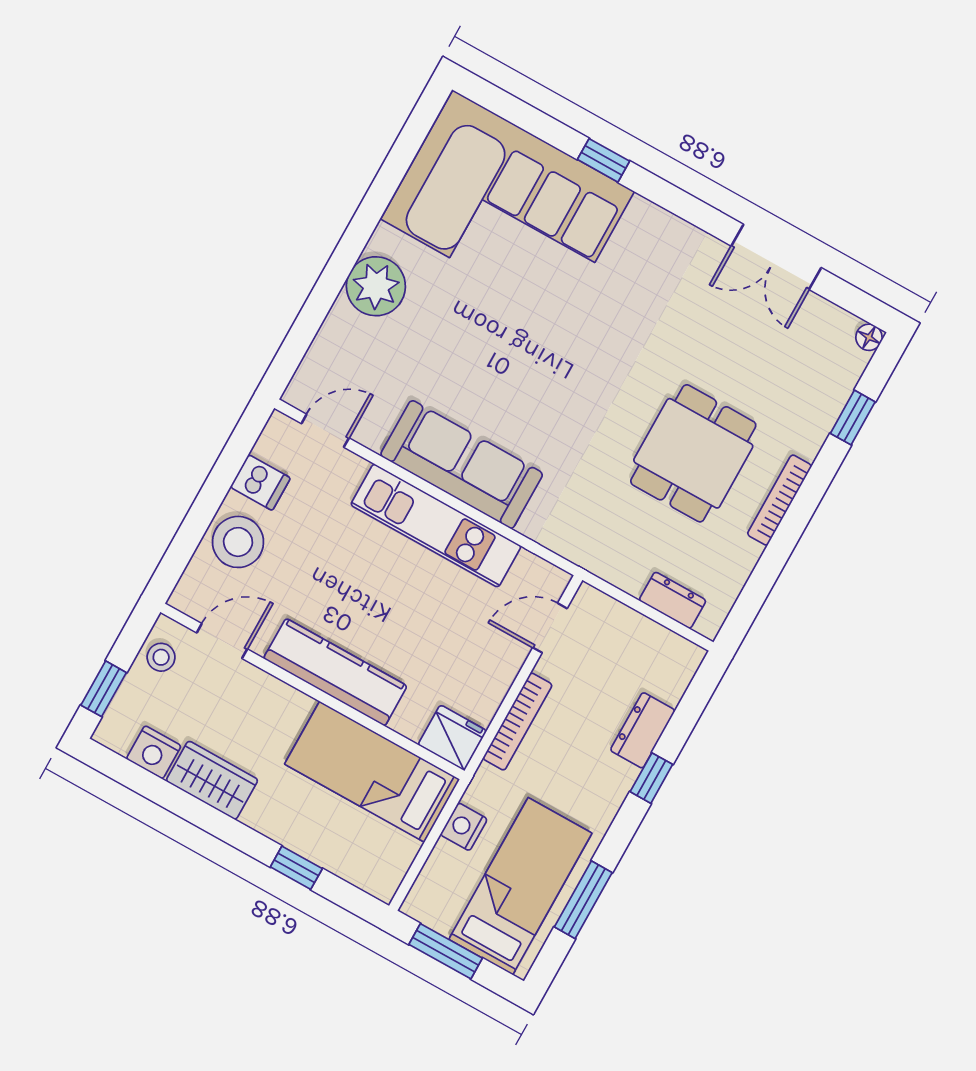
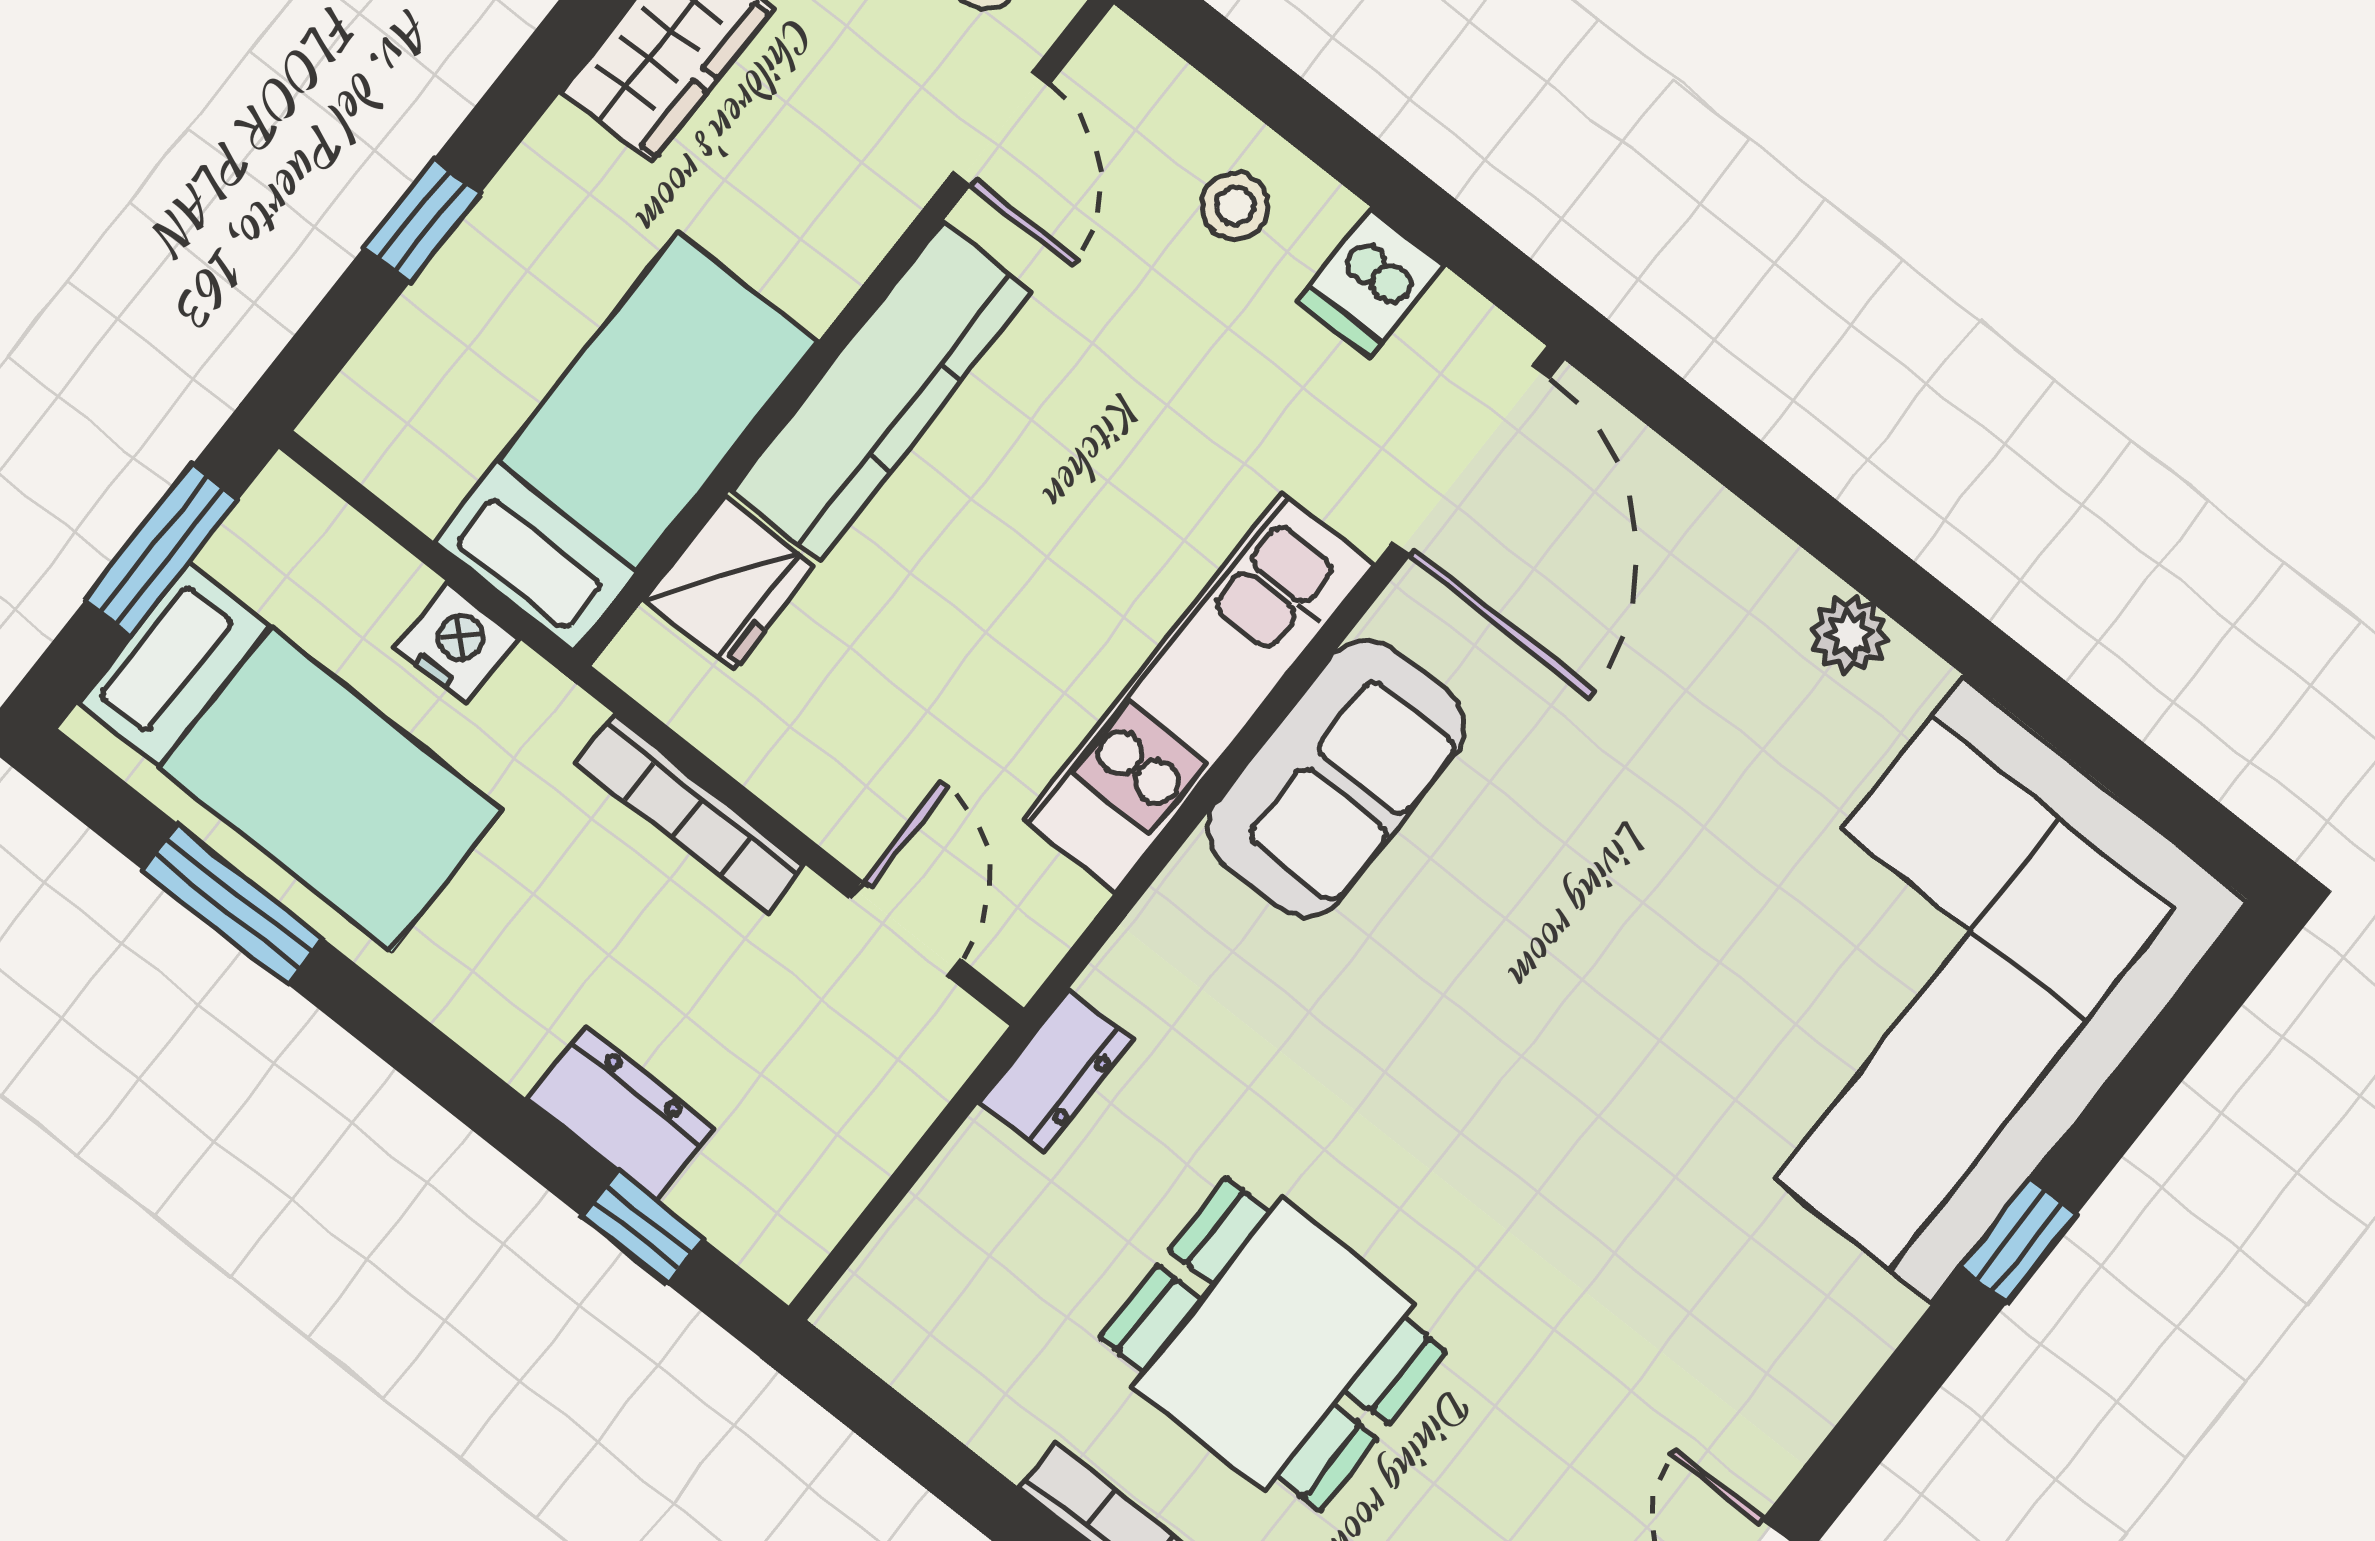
plant: (376, 286) -> (1849, 634), width x0.53, depth x0.53
door: (325, 431) -> (1471, 460), width x1.88
sofa: (462, 465) -> (1336, 778), width x0.73
stool: (238, 542) -> (1235, 206), width x0.53, depth x0.53
dresser: (673, 600) -> (1056, 1070), moved
fridge: (452, 738) -> (729, 583), moved
window: (651, 778) -> (642, 1227), moved

